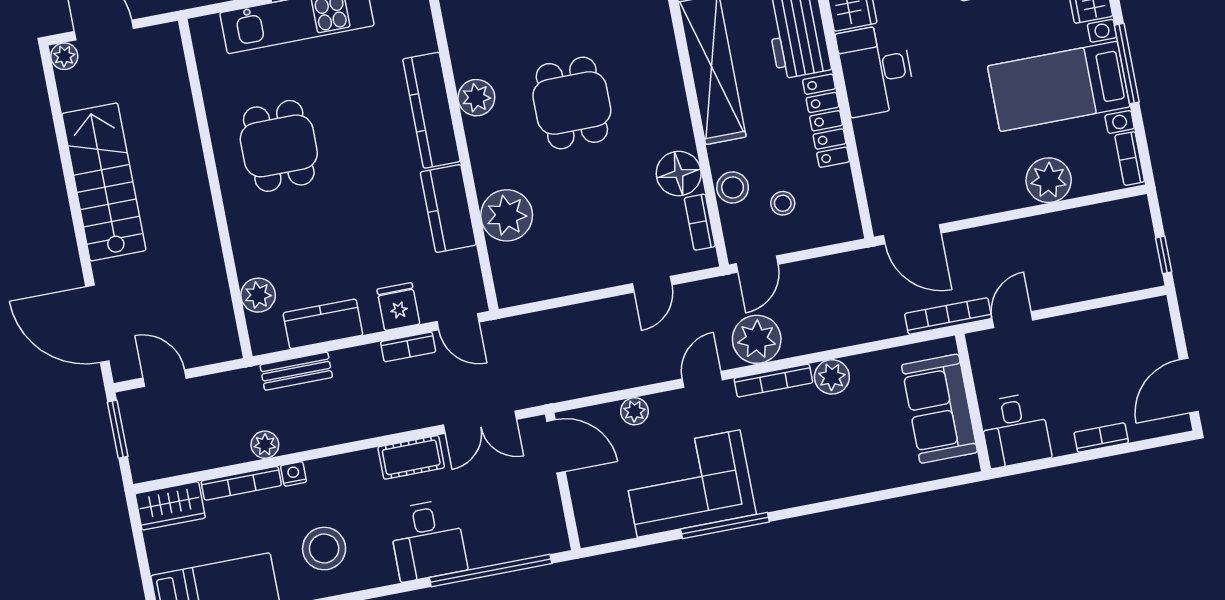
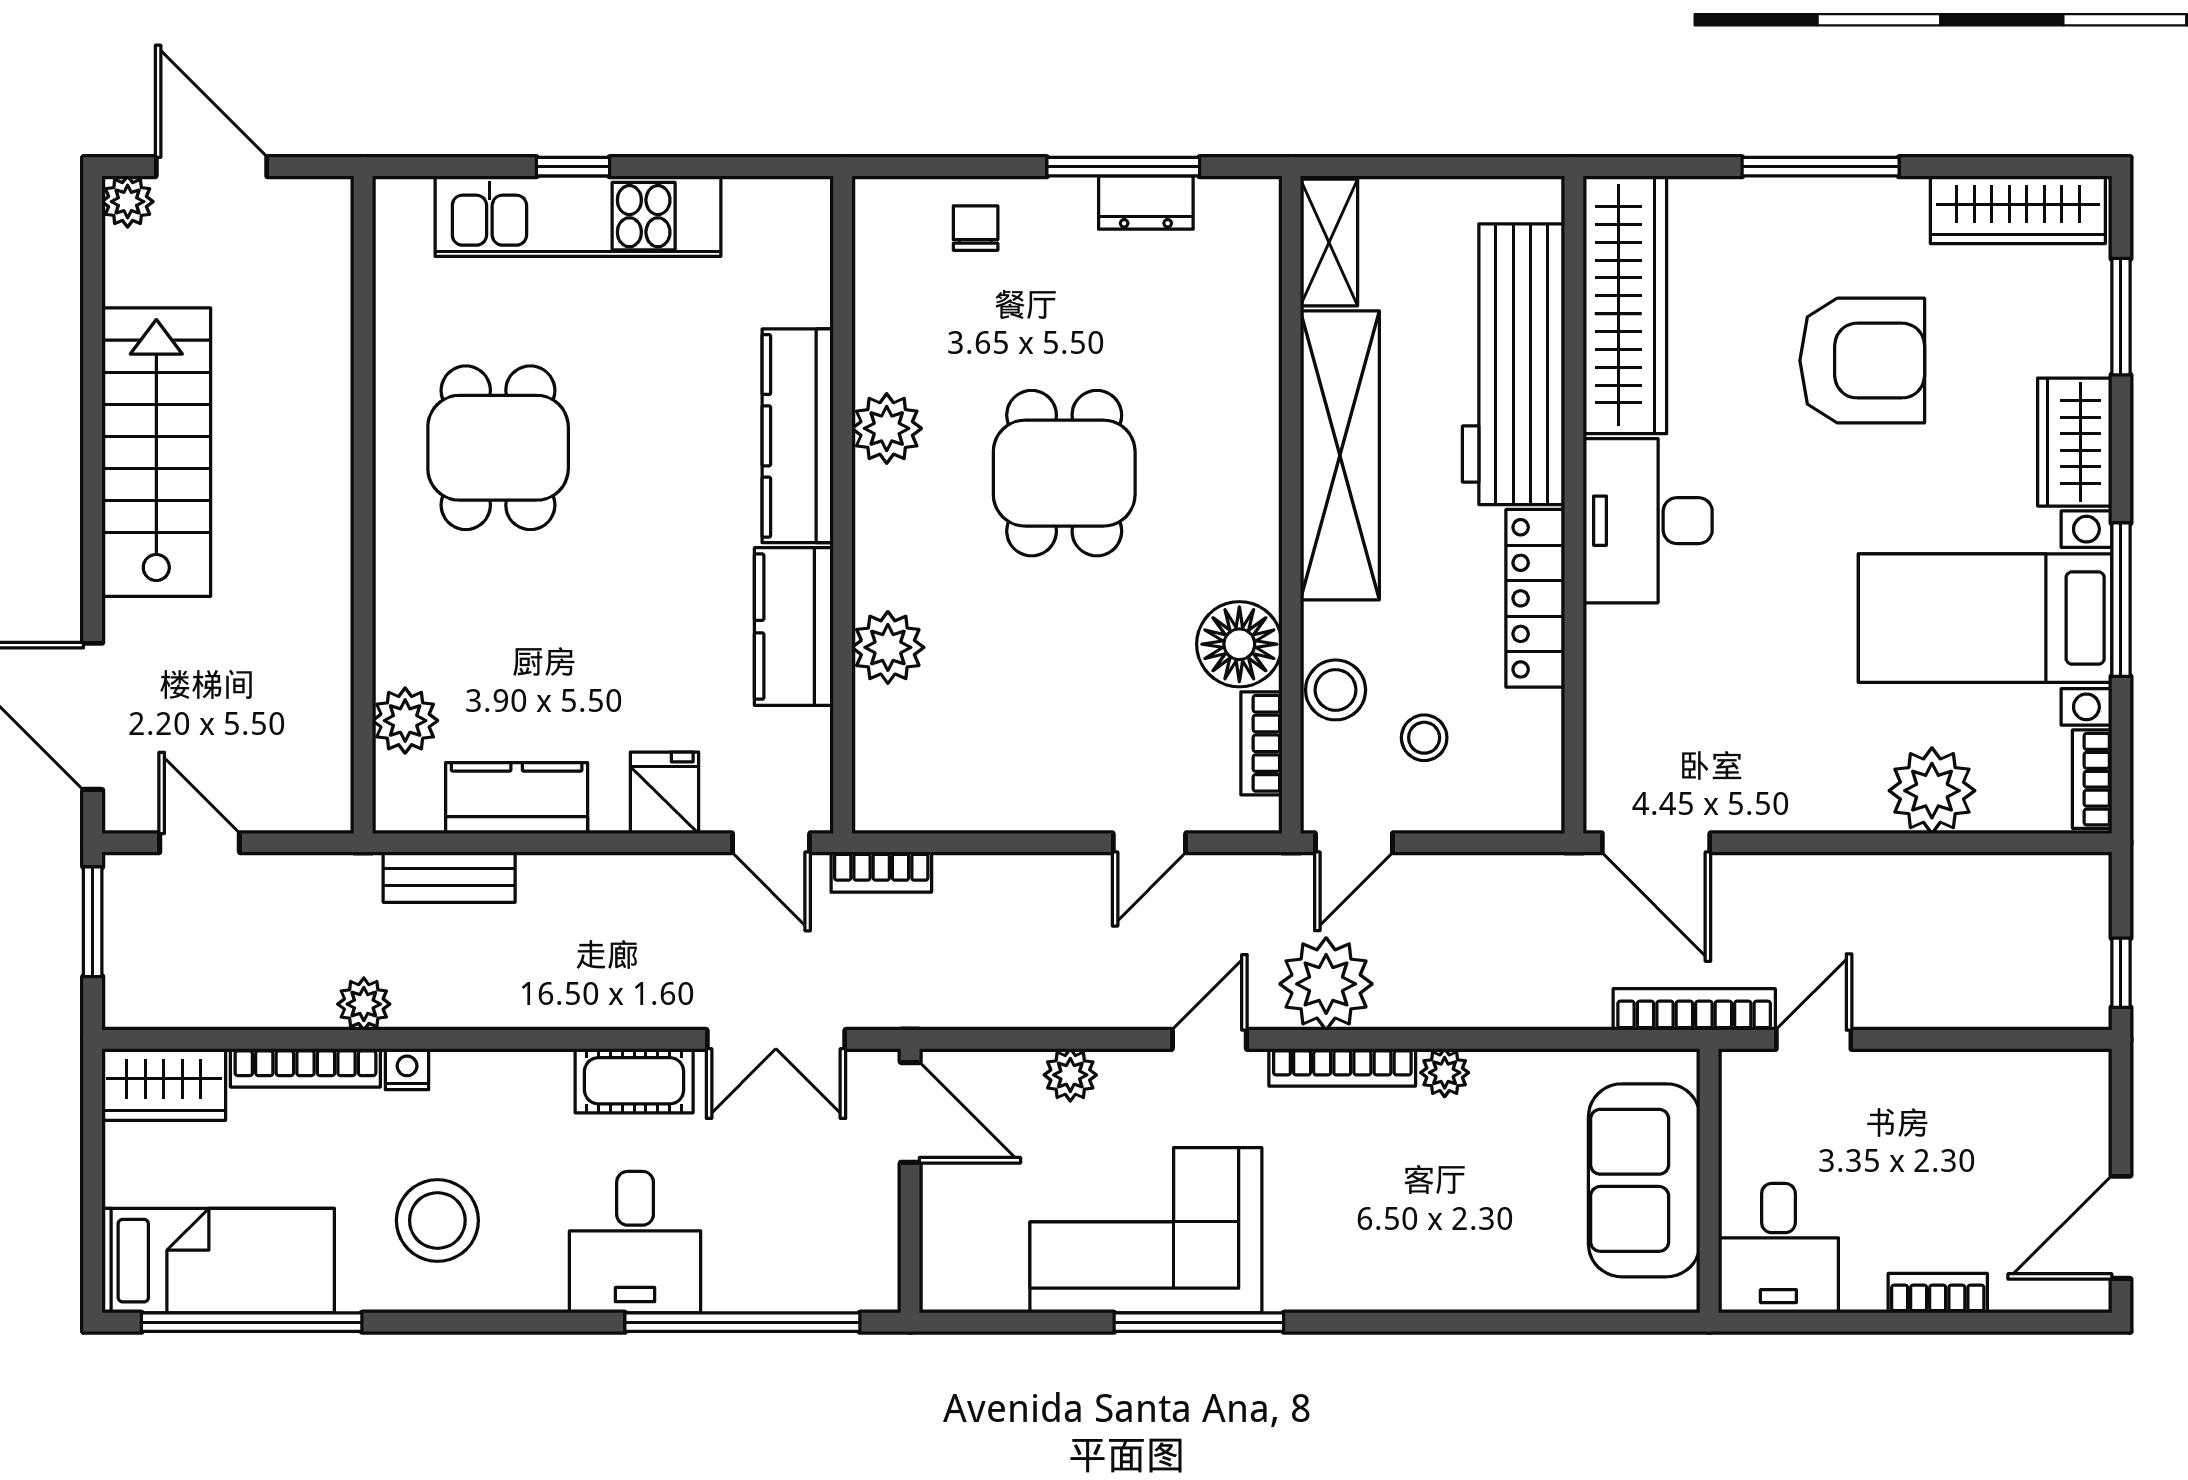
plant: (507, 215) -> (888, 647), width x0.73, depth x0.73
bookcase: (408, 347) -> (881, 872), moved
plant: (832, 377) -> (1445, 1073), width x0.73, depth x0.73

